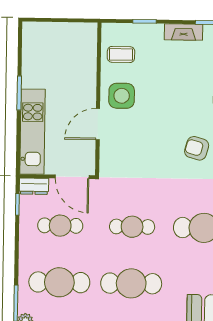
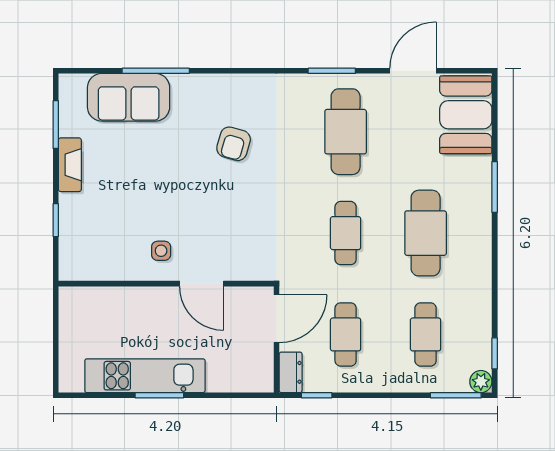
coffee table: (121, 54) -> (103, 253), removed
side table: (122, 96) -> (161, 251), width x0.54, depth x0.54
kitchen unit: (32, 132) -> (145, 376), moved
cafe table: (59, 282) -> (426, 334), width x0.73, depth x0.74

